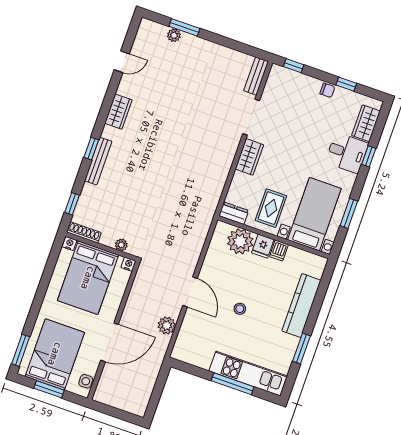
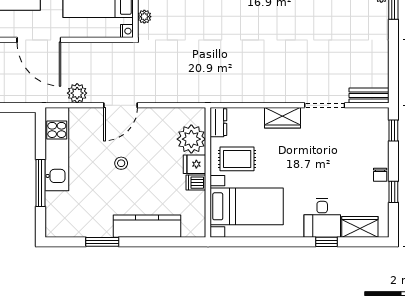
window: (349, 213) -> (260, 242), removed
kitchen unit: (248, 374) -> (57, 149), moved

